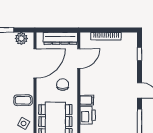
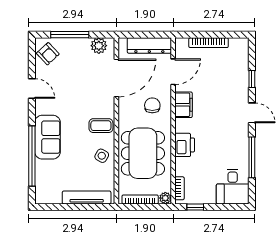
window: (139, 54) -> (252, 79), moved
filing cabinet: (87, 100) -> (184, 105), moved, width x2.00

